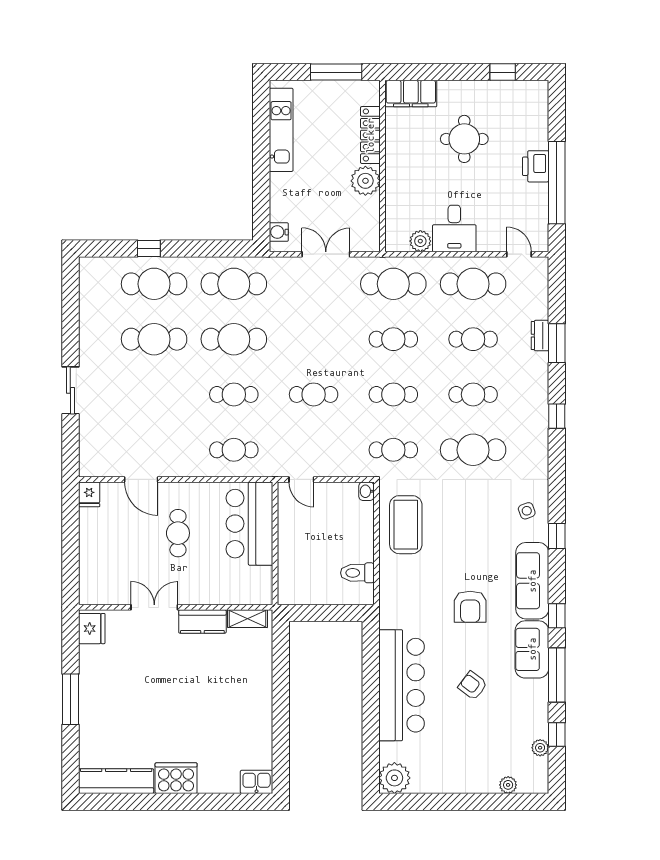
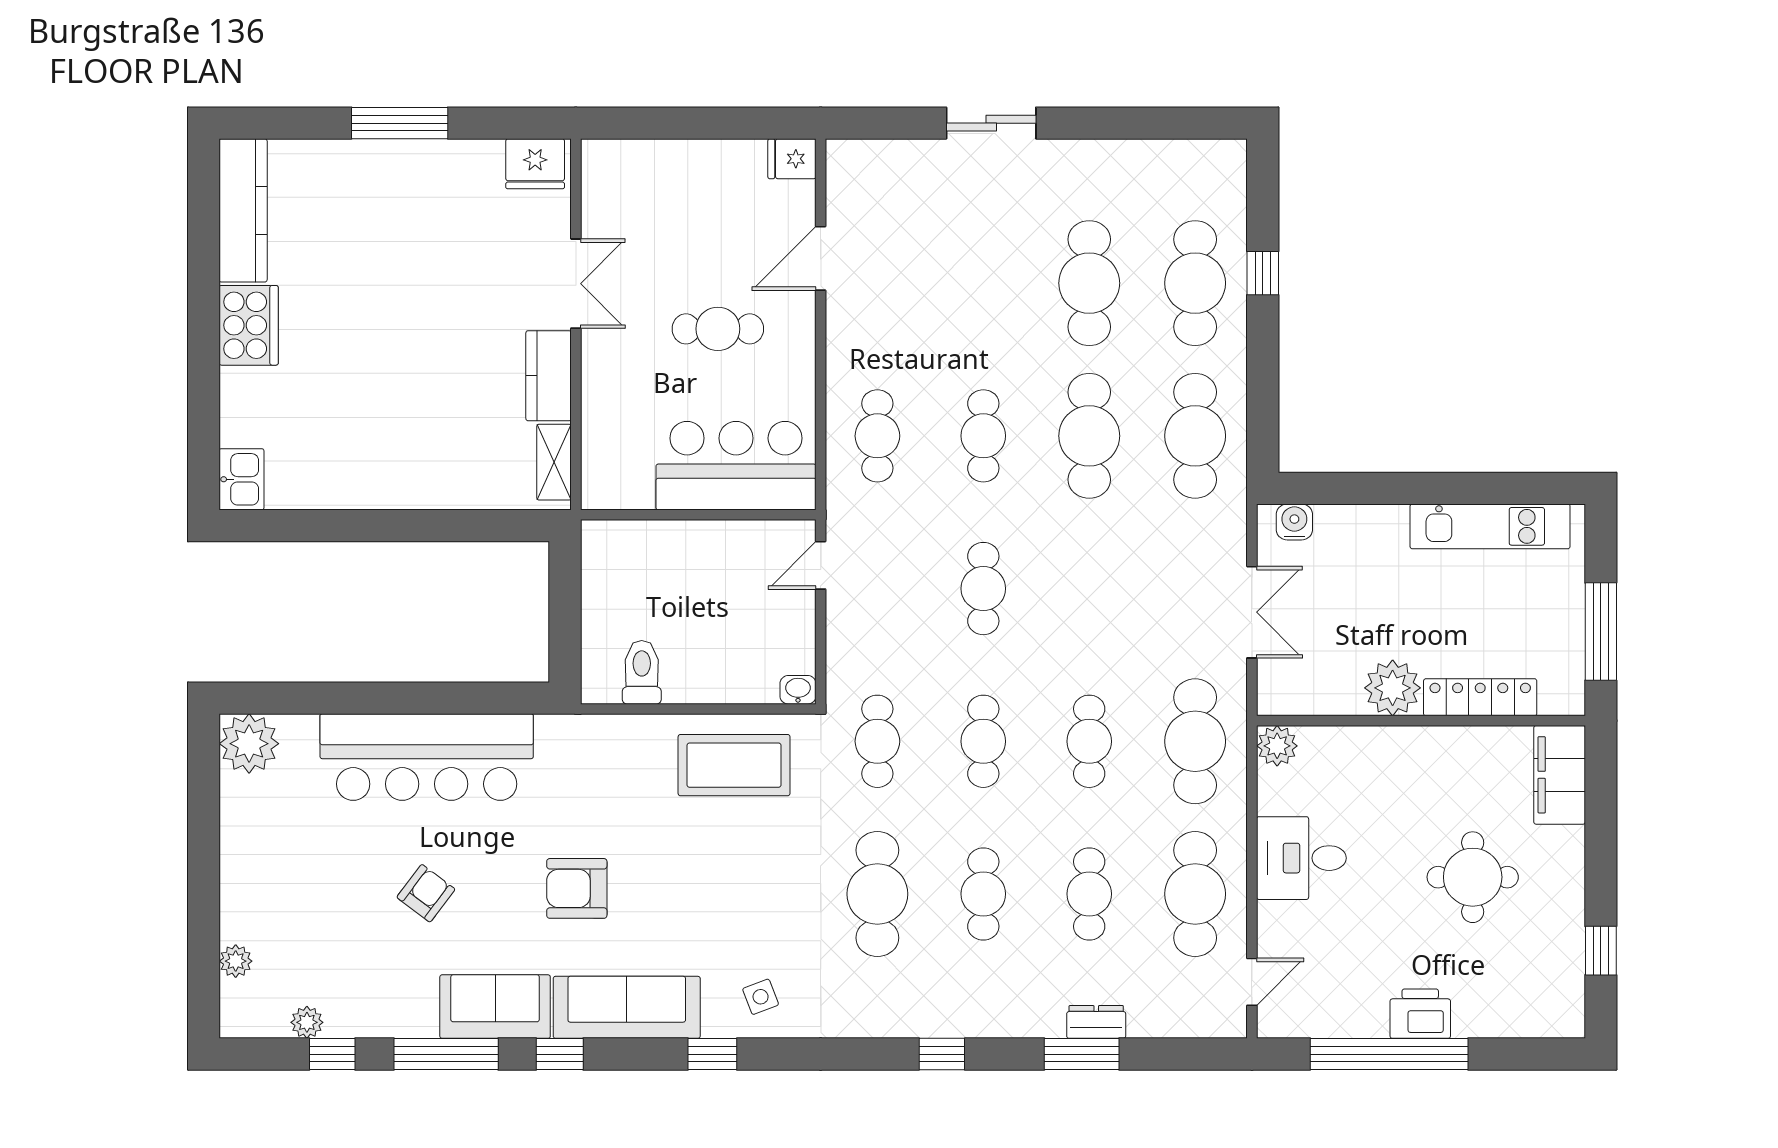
plant: (420, 241) -> (1277, 746), moved

